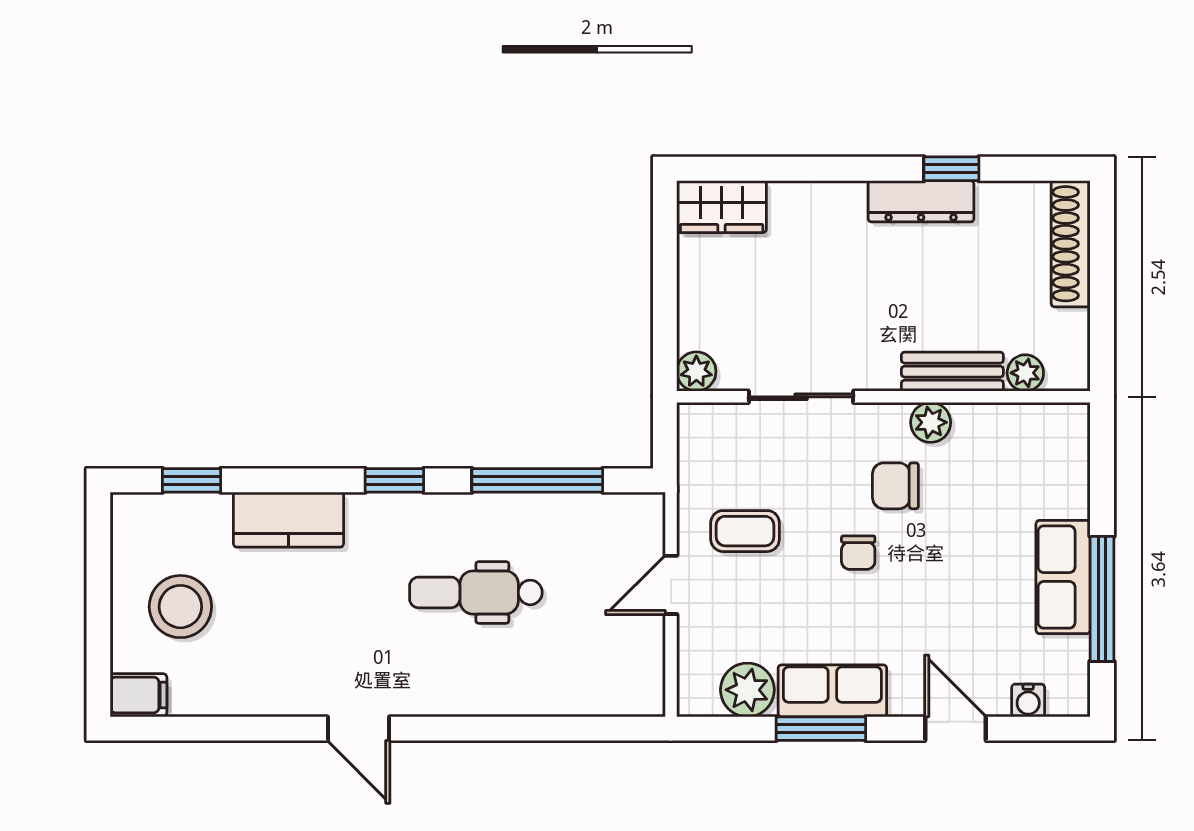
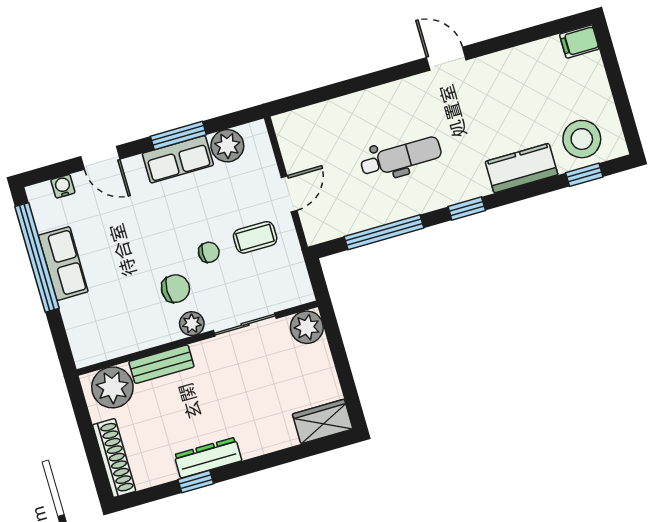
plant: (696, 371) -> (307, 327), width x1.38, depth x1.38
plant: (1025, 373) -> (112, 387), width x1.88, depth x1.88
plant: (931, 422) -> (192, 324), moved
chair: (858, 553) -> (209, 252), moved, turned 90
window: (1102, 599) -> (37, 257), width x1.46
stool: (180, 607) -> (582, 139), moved

